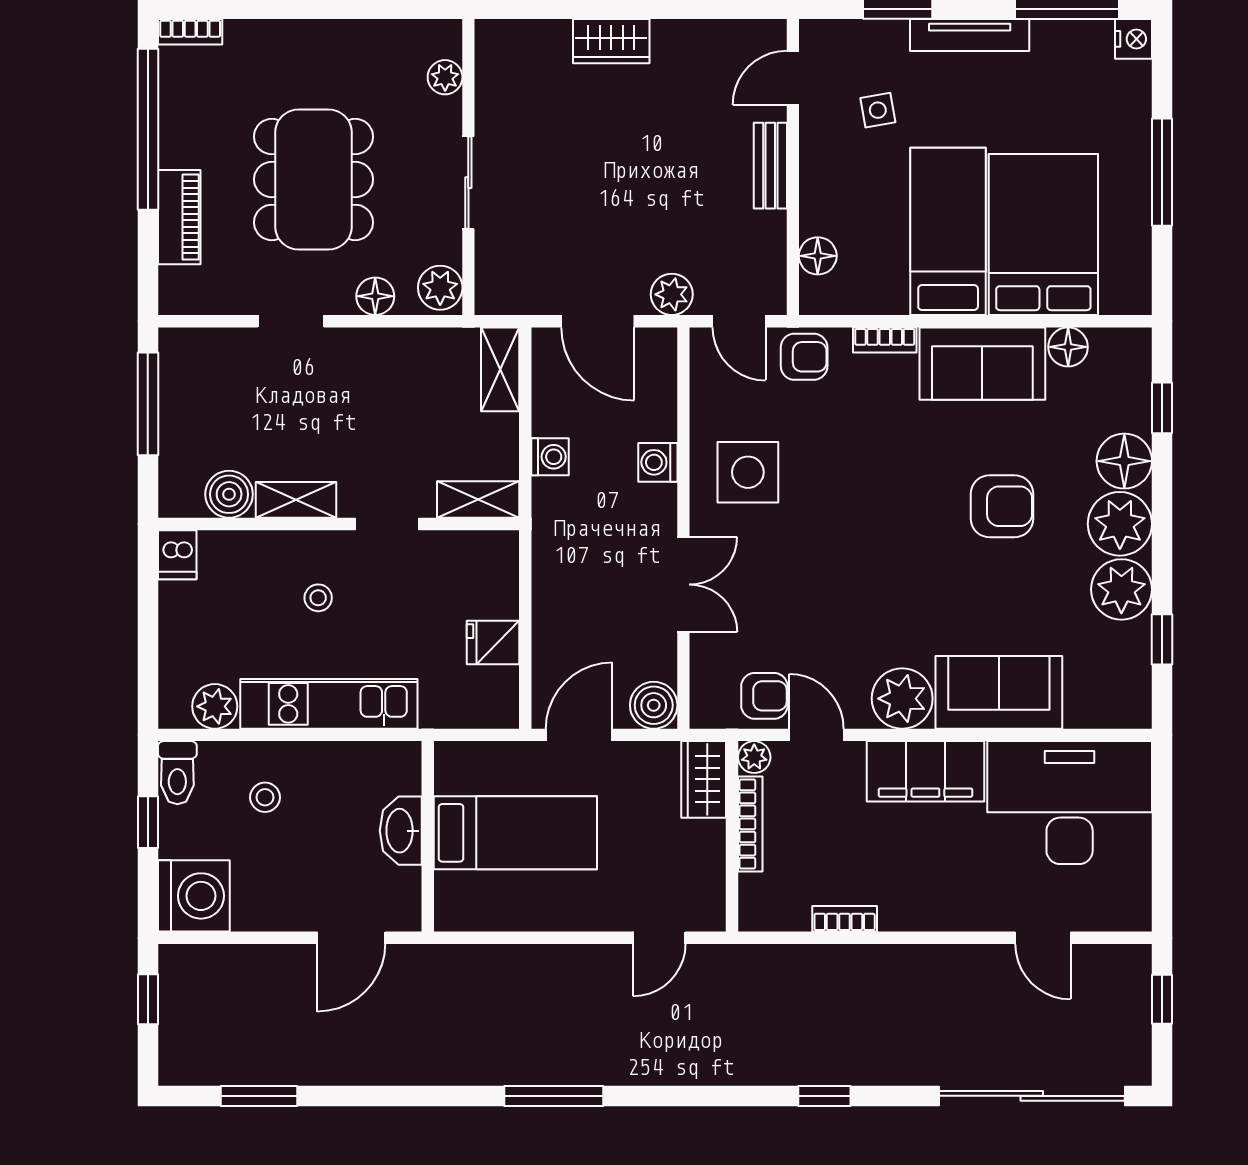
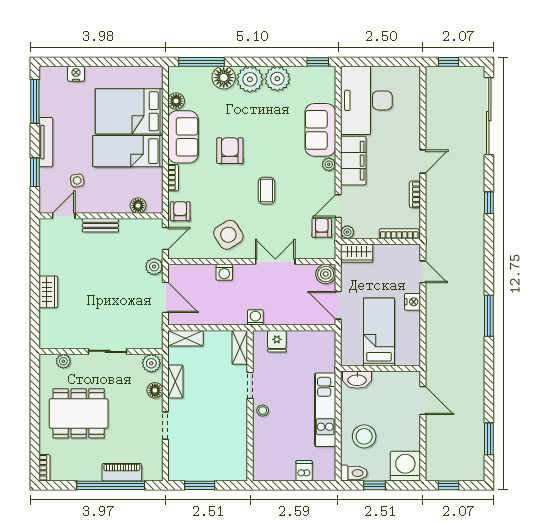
nightstand: (1133, 39) -> (76, 74), moved
door: (793, 78) -> (64, 216), swing flipped
window: (148, 129) -> (111, 485), moved
window: (1162, 172) -> (103, 62), removed
dining table: (314, 179) -> (79, 413), moved
door: (598, 321) -> (165, 297), hinge flipped
window: (148, 404) -> (200, 485), width x0.69
window: (1162, 408) -> (202, 62), width x2.17
washing machine: (550, 457) -> (255, 317), moved
side table: (748, 472) -> (228, 235), turned -32
boiler: (229, 494) -> (238, 451), removed
shelving: (296, 500) -> (175, 381), moved
armchair: (1002, 506) -> (230, 151), moved
dishwasher: (177, 555) -> (304, 471), moved, turned -90
coffee table: (854, 564) -> (267, 191), added
stool: (318, 598) -> (263, 411), moved
window: (1162, 639) -> (318, 62), moved
fridge: (493, 642) -> (277, 341), moved
plant: (902, 699) -> (329, 164), width x0.53, depth x0.53
plant: (215, 706) -> (326, 457), removed
stool: (265, 797) -> (364, 436), width x1.89, depth x1.89
bookcase: (750, 824) -> (399, 234), moved
washbasin: (401, 831) -> (357, 380), moved
nightstand: (587, 913) -> (412, 302), added
door: (1043, 938) -> (423, 162), moved

